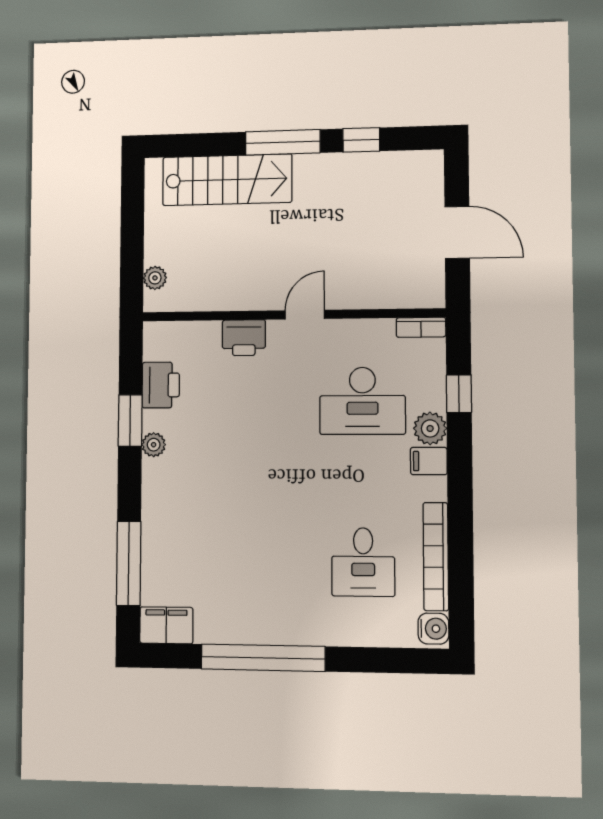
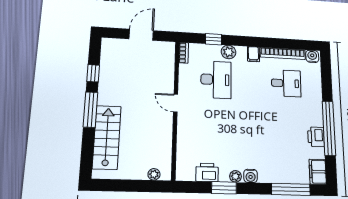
printer: (244, 338) -> (316, 137), moved, turned 180
filing cabinet: (429, 461) -> (253, 54), moved
water cooler: (155, 477) -> (251, 176), added

